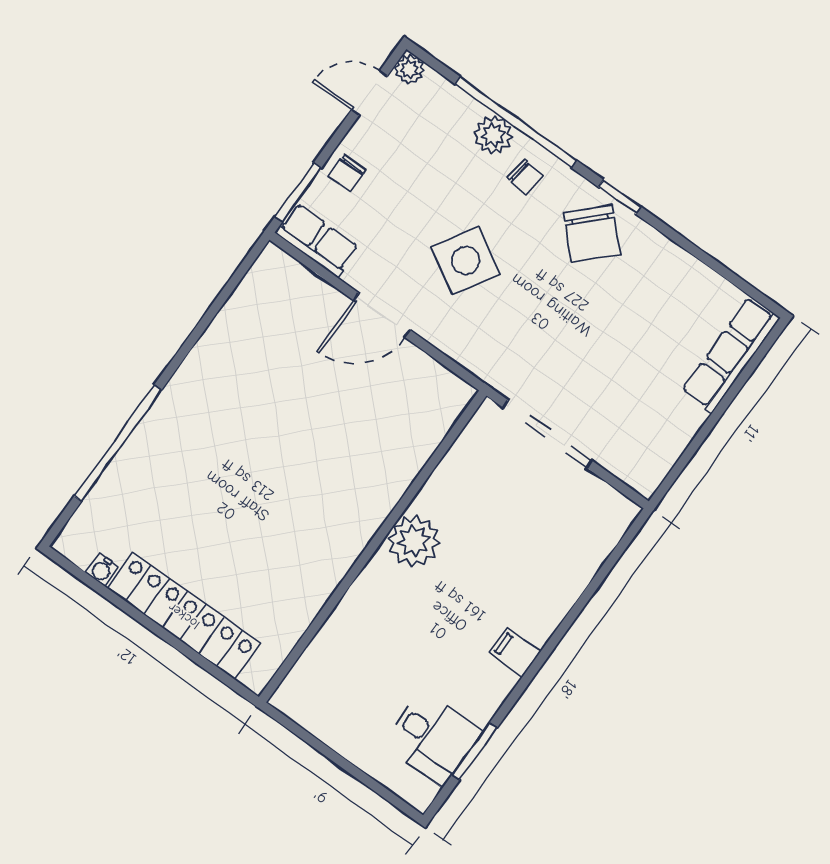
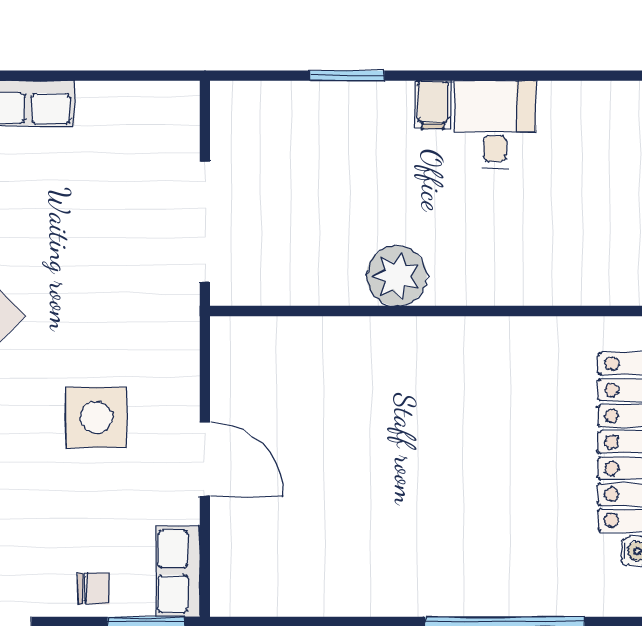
side table: (466, 260) -> (96, 417), turned -31
desk: (433, 738) -> (495, 125), moved
window: (475, 751) -> (347, 76), moved

